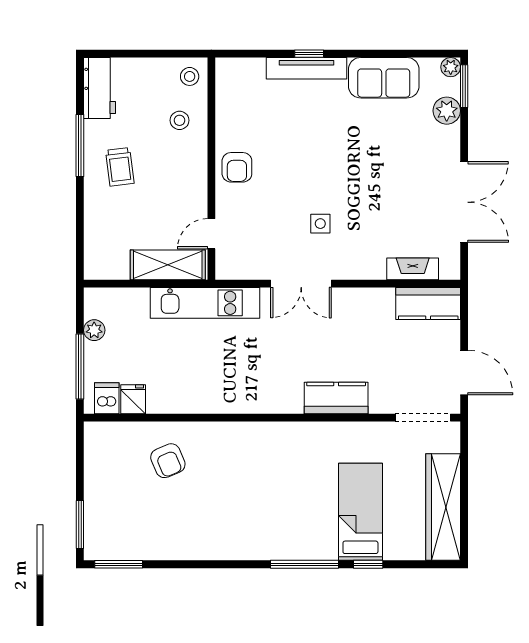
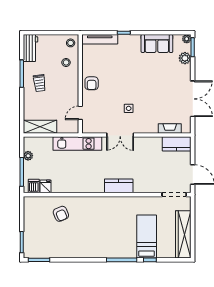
tv unit: (306, 68) -> (100, 39), moved
shelving: (168, 265) -> (40, 127), moved
kitchen counter: (336, 398) -> (119, 186), moved

